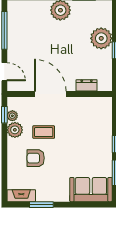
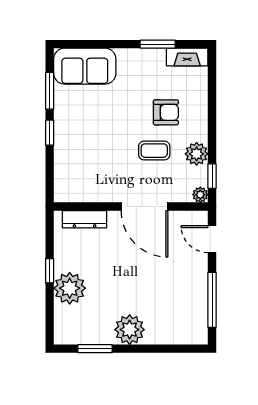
dresser: (87, 85) -> (85, 219), width x1.44
plant: (12, 116) -> (200, 195), moved

